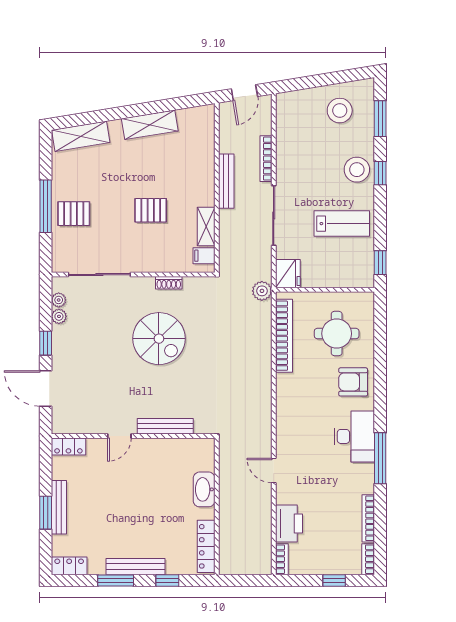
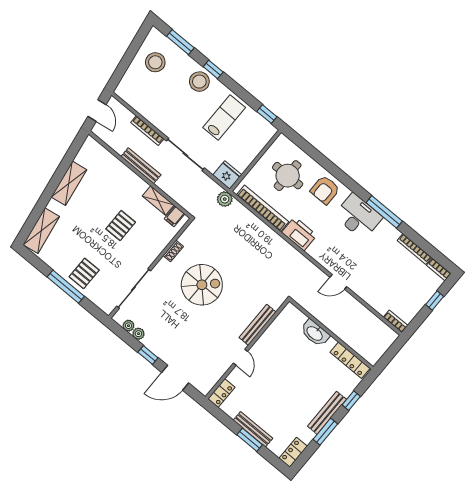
printer: (289, 523) -> (299, 234), moved

